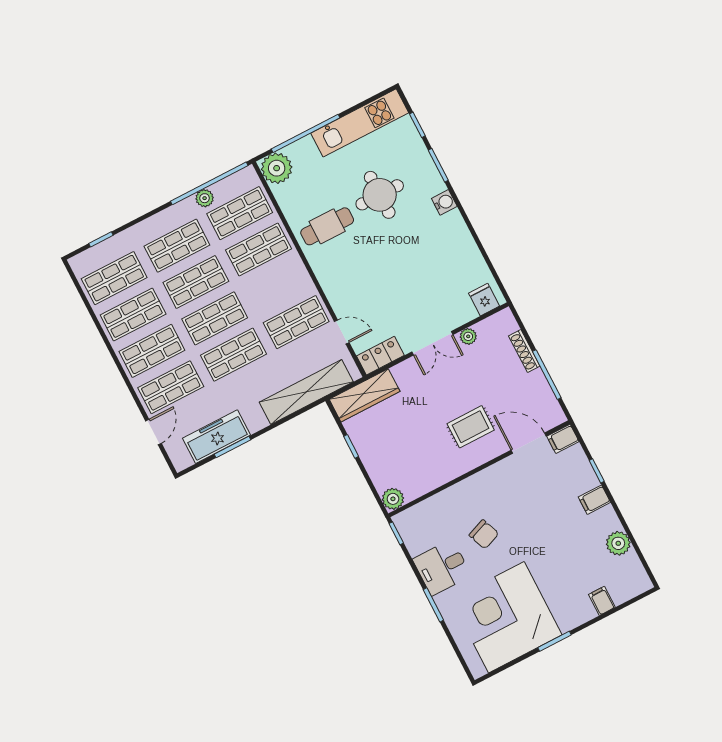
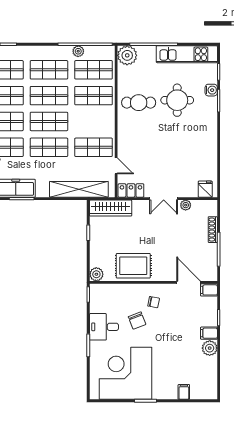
water cooler: (444, 202) -> (211, 90), moved
rug: (471, 427) -> (133, 266), moved, width x1.36, depth x1.43
chair: (494, 496) -> (154, 302), added
plant: (618, 543) -> (210, 348), moved

